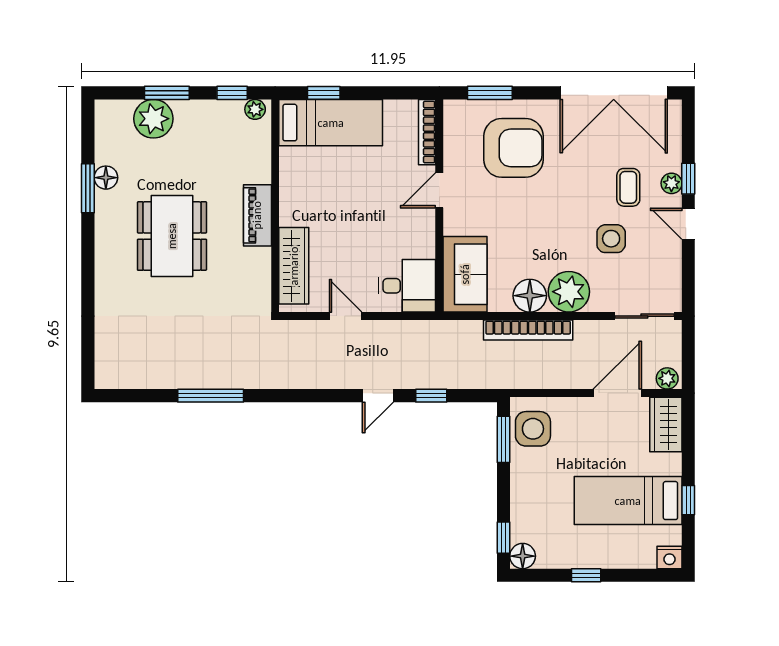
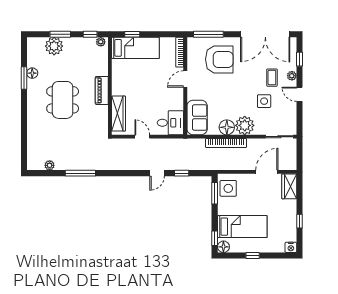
window: (490, 93) -> (208, 34), width x1.44
window: (688, 179) -> (299, 59), moved
plant: (667, 378) -> (50, 165), moved
bed: (628, 501) -> (242, 227), moved, turned 180

